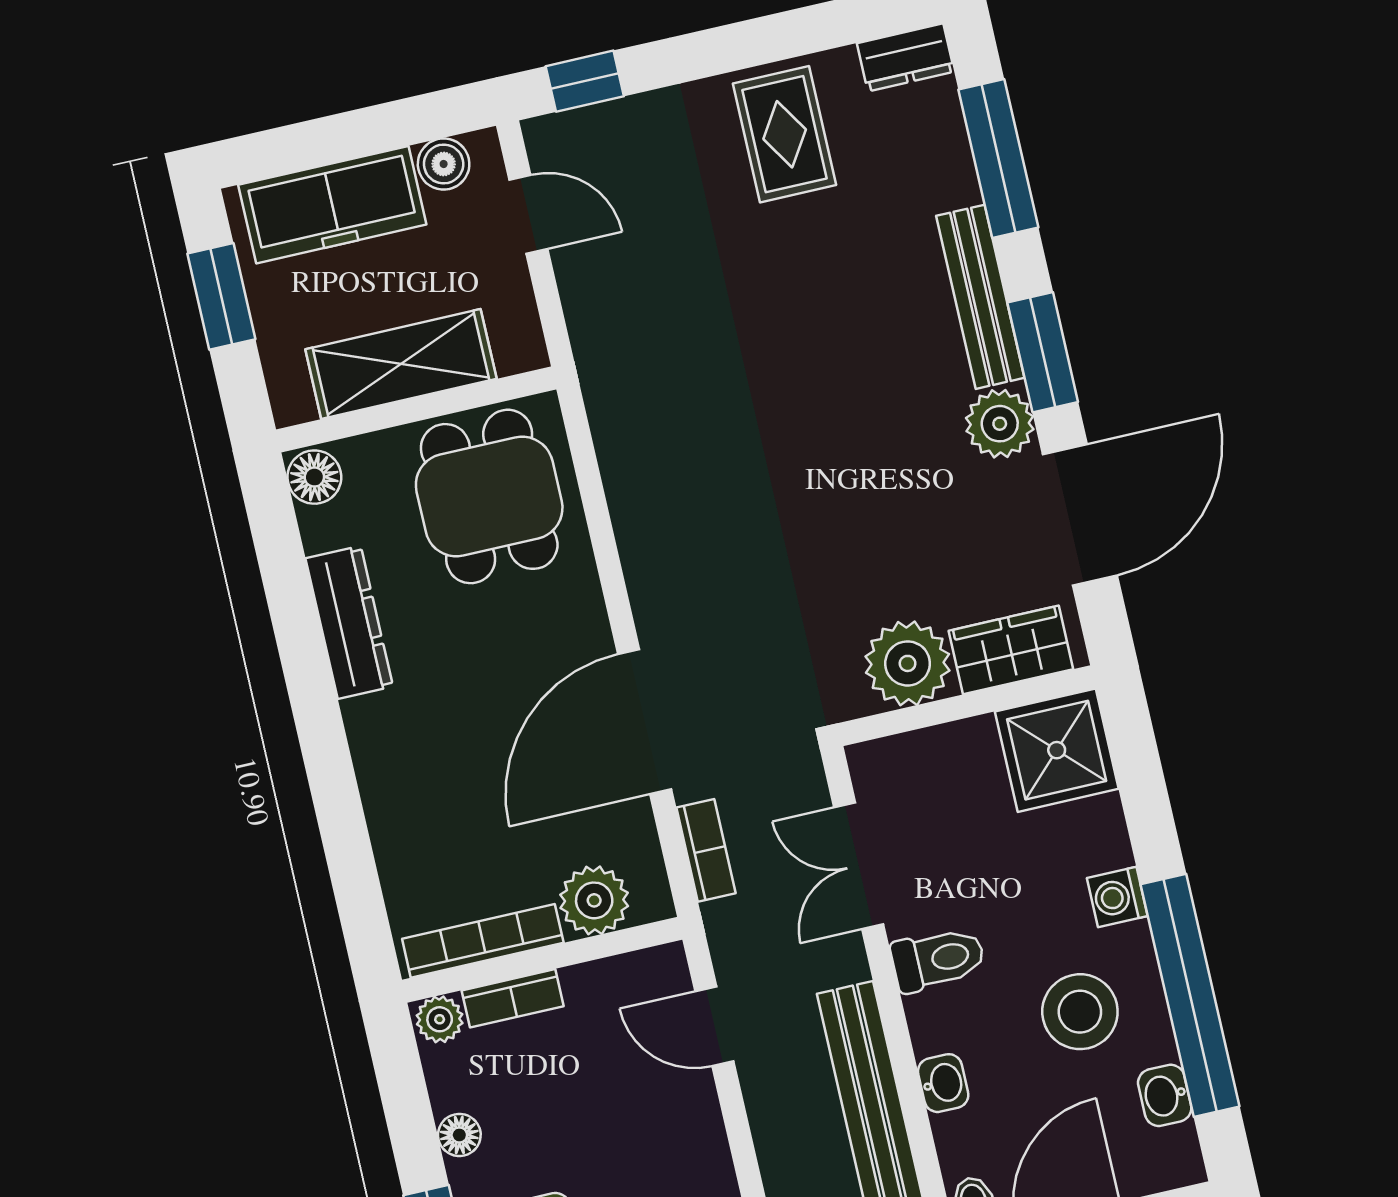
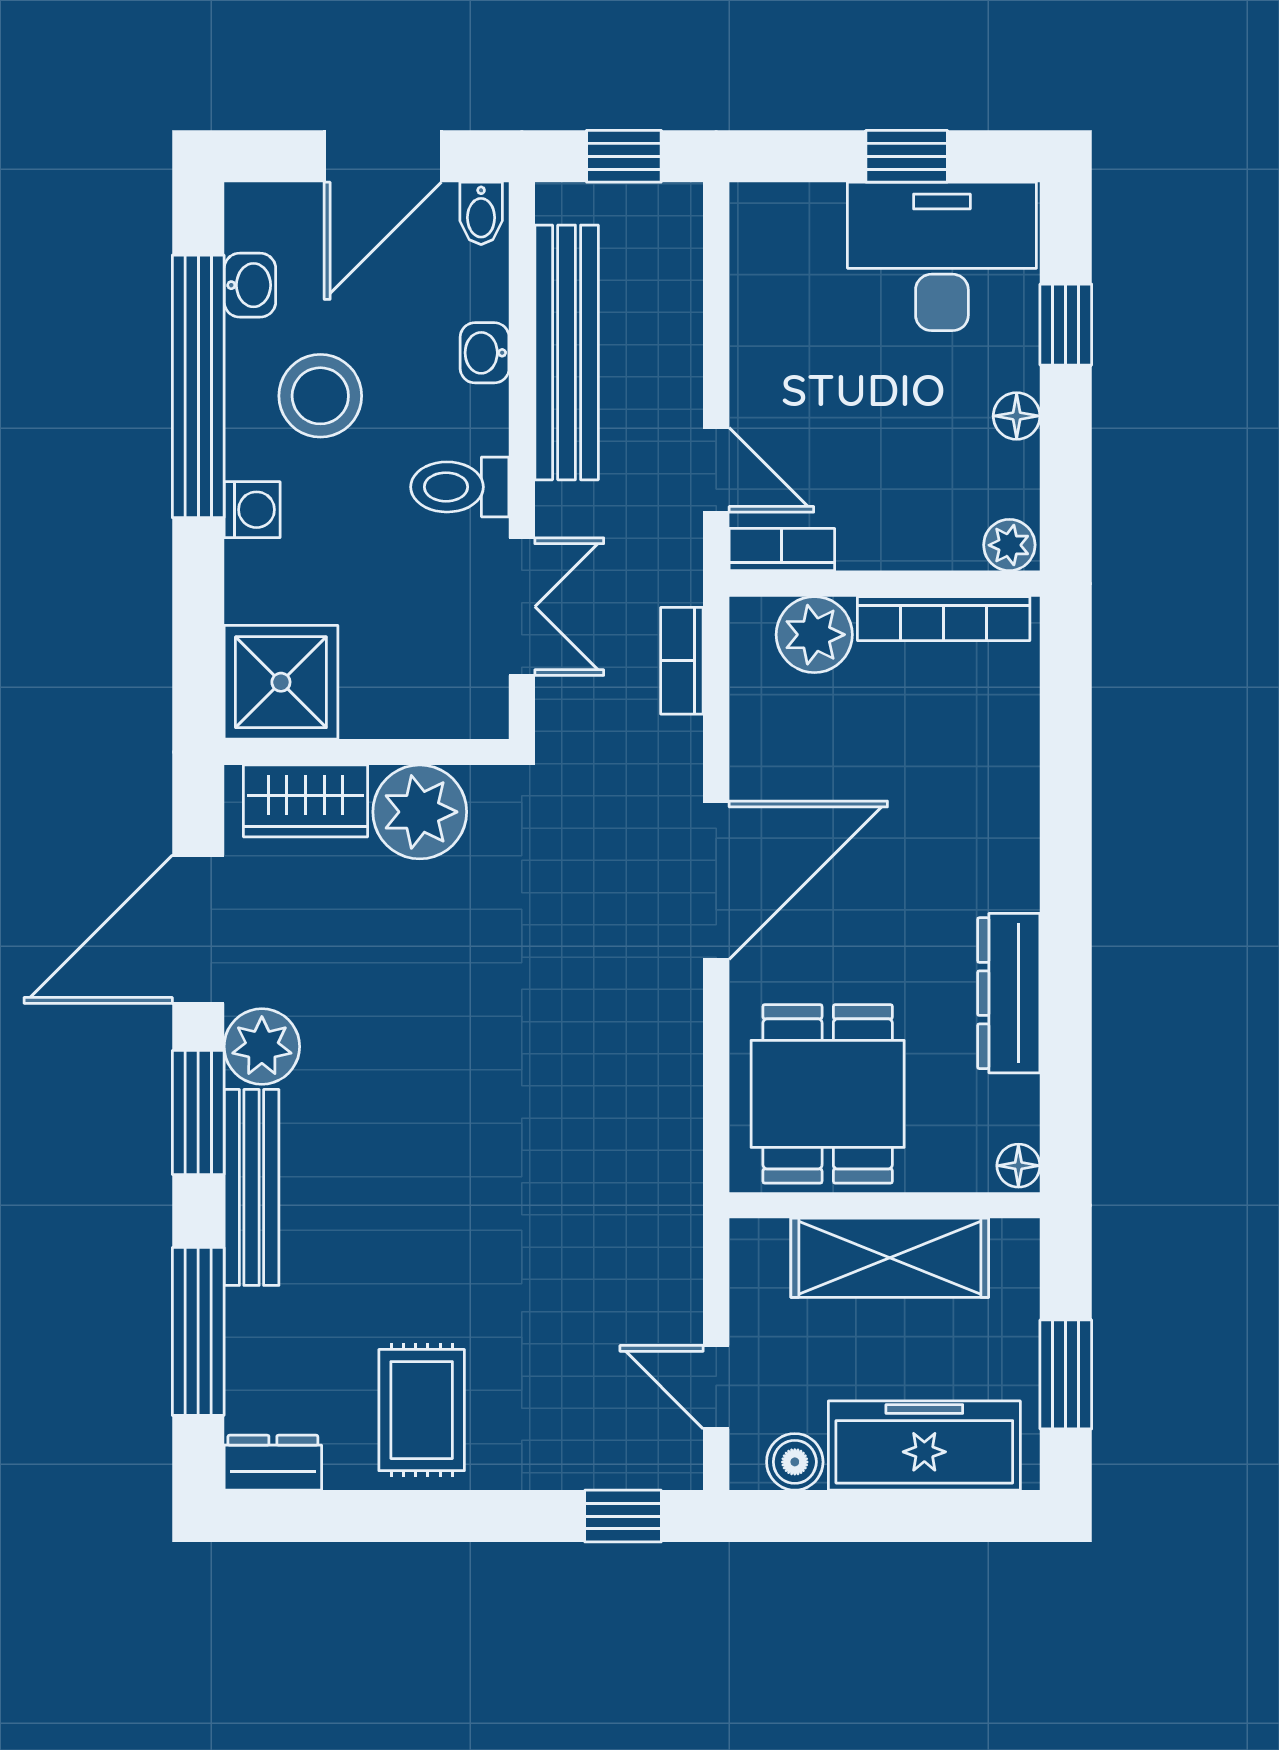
floor lamp: (314, 477) -> (1018, 1166), width x0.73, depth x0.73
door: (645, 722) -> (716, 880), moved
bookcase: (513, 998) -> (782, 550), moved

